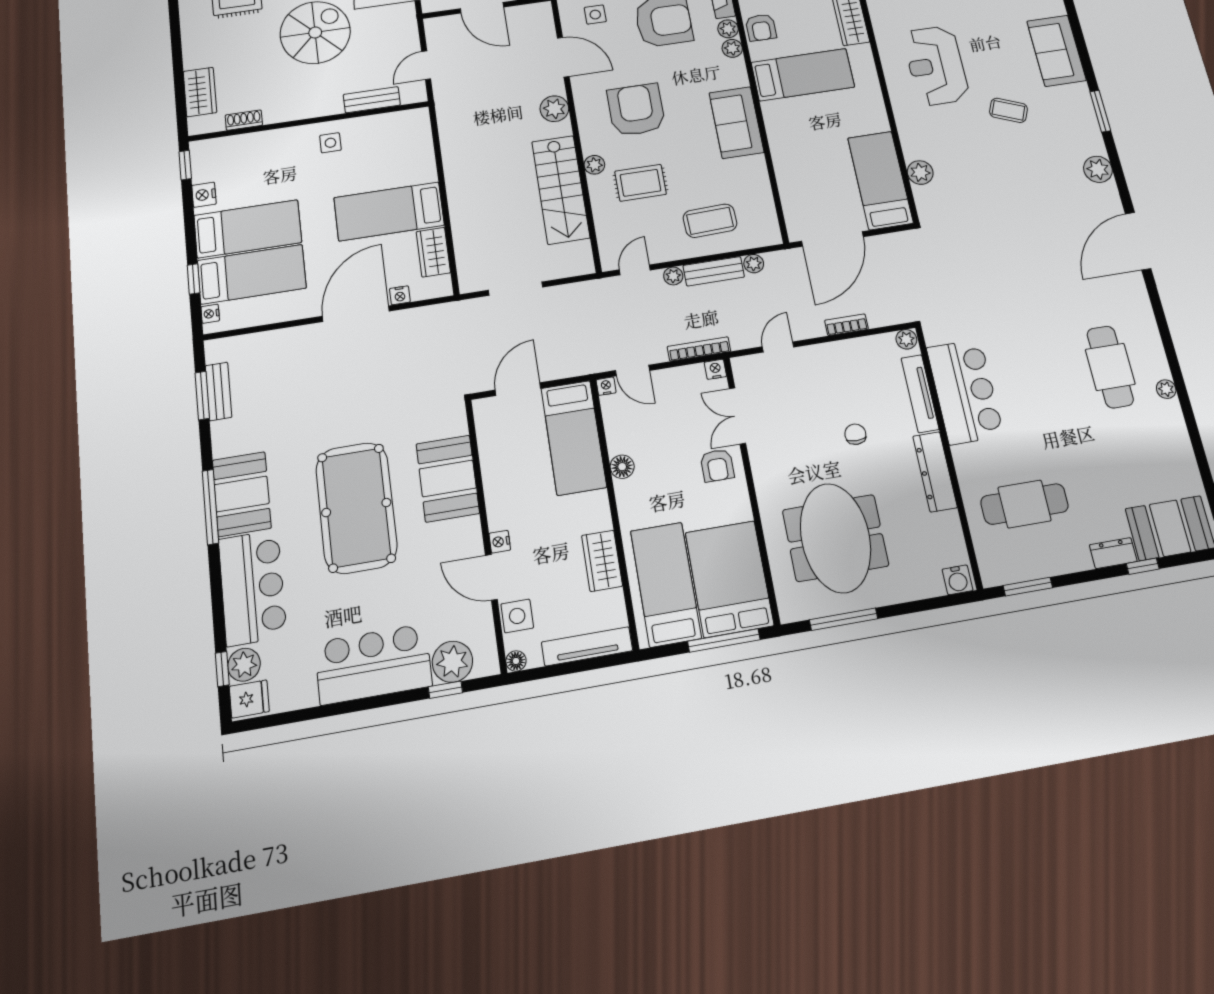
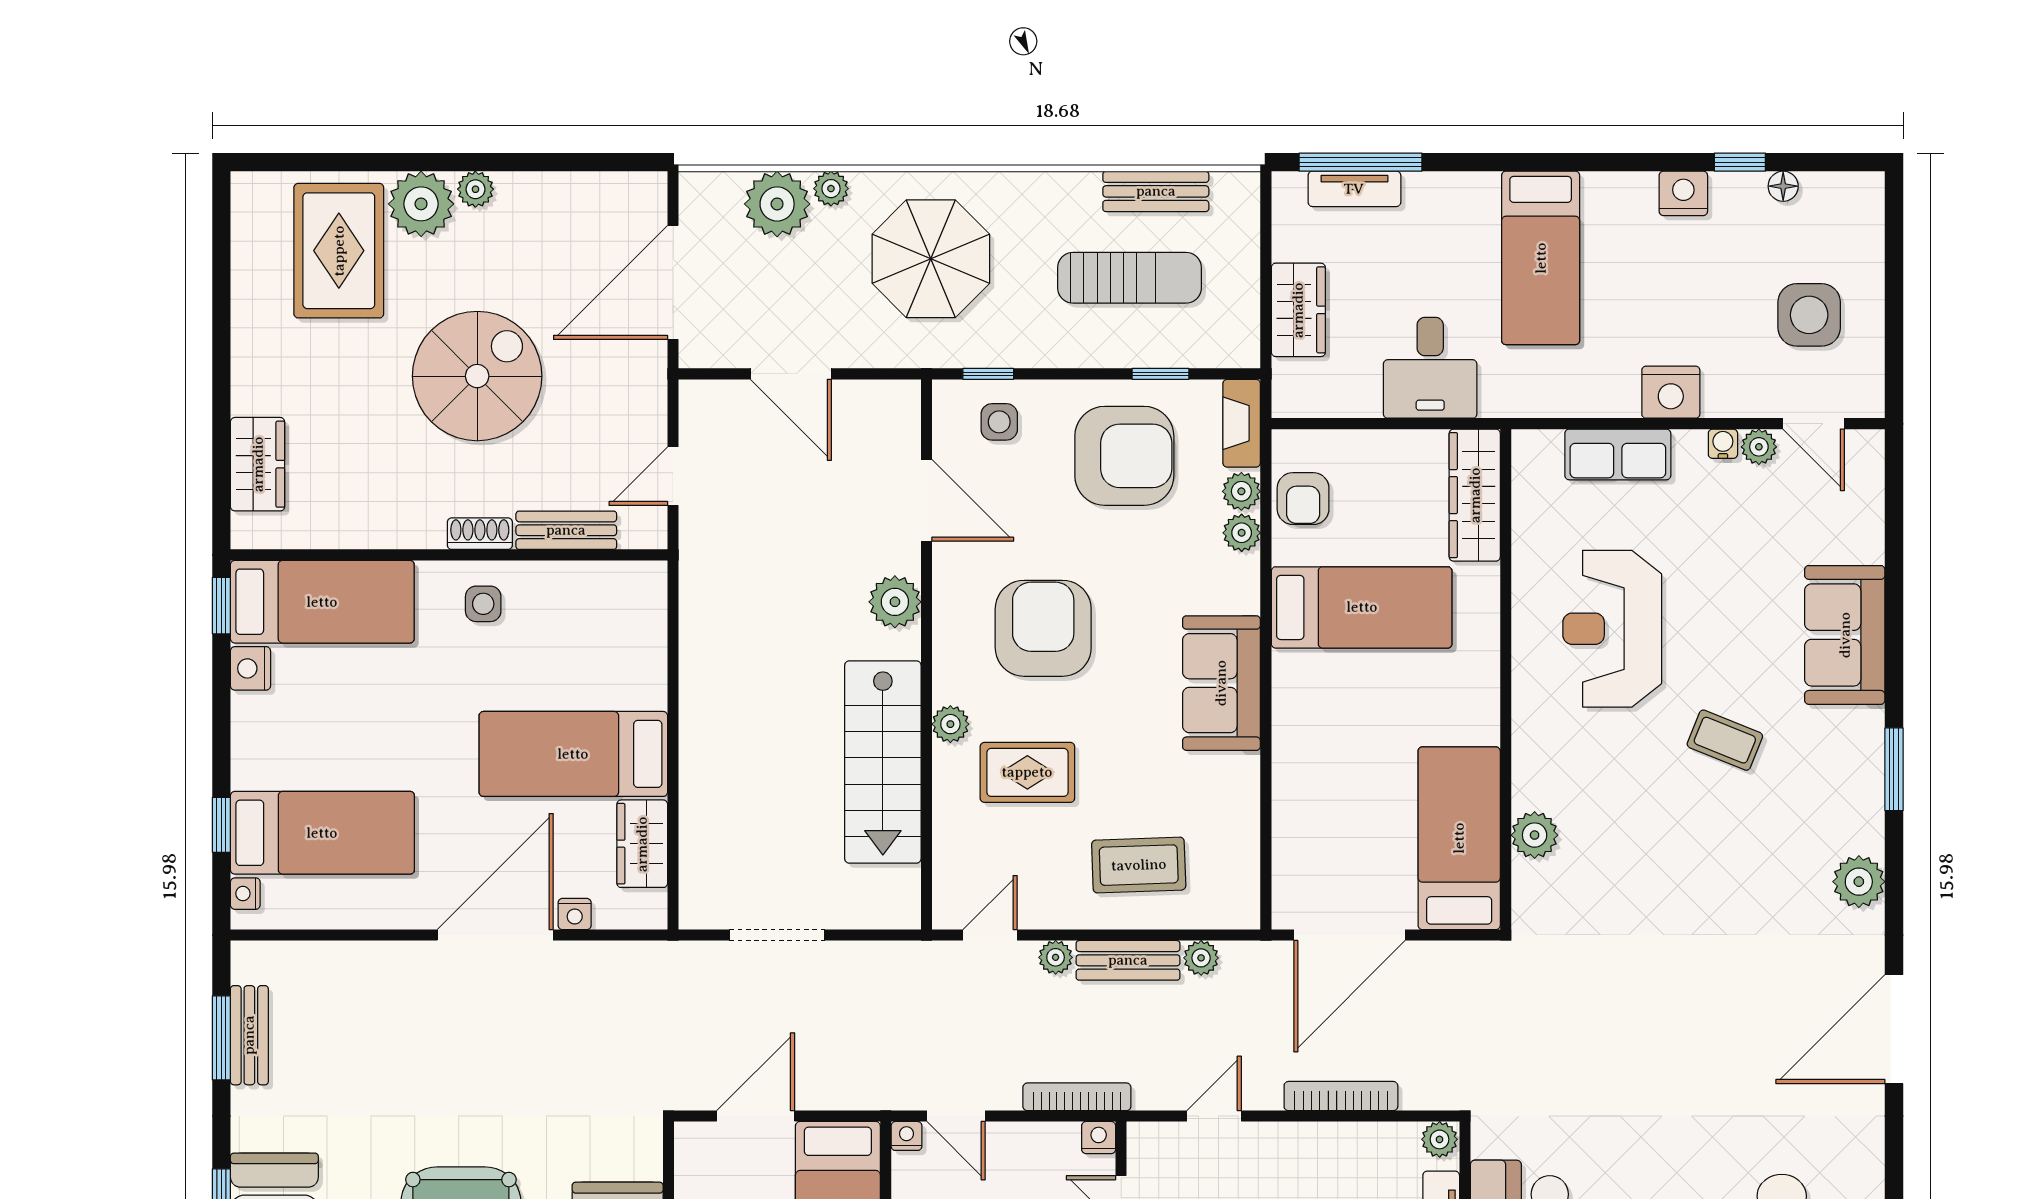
shoe rack: (244, 120) -> (480, 534), moved
bed: (248, 229) -> (322, 602), moved
bookcase: (846, 325) -> (1341, 1096), width x1.56

